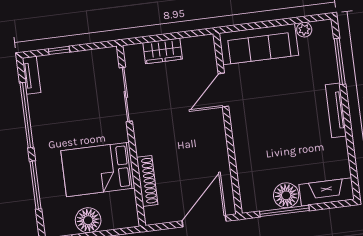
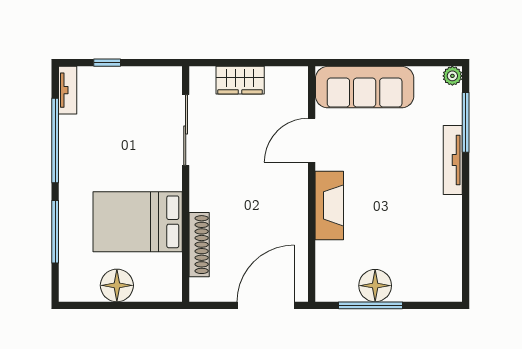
plant: (304, 30) -> (452, 76), moved
tv unit: (336, 110) -> (453, 160), moved
fireplace: (327, 192) -> (329, 205), moved, turned 90

